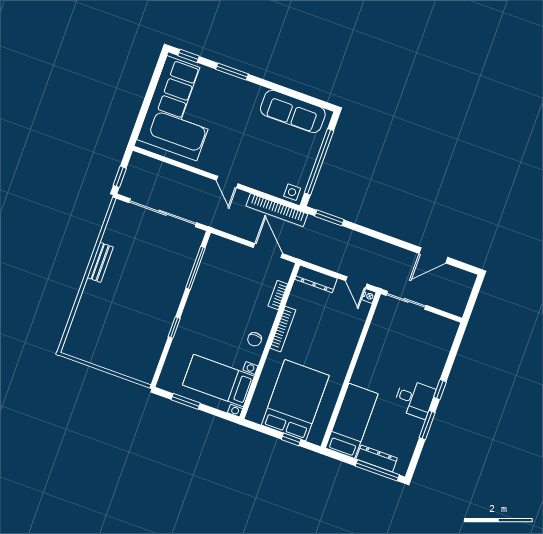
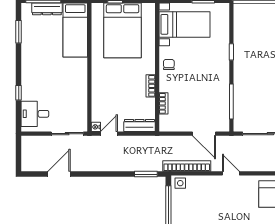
door: (268, 251) -> (204, 134), moved
door: (356, 282) -> (109, 134), hinge flipped
bookcase: (283, 329) -> (151, 86), width x0.64
window: (440, 390) -> (19, 93), moved
desk: (414, 399) -> (35, 114), moved
window: (427, 425) -> (19, 32), moved

